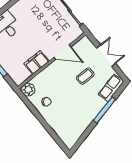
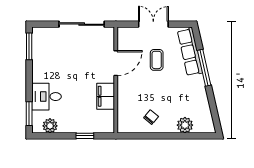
row of seats: (111, 88) -> (190, 52), width x1.48
plant: (28, 90) -> (185, 125), moved

